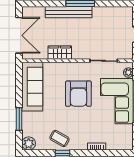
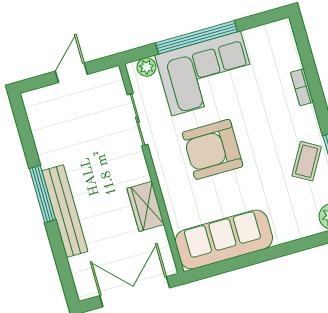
armchair: (78, 94) -> (213, 149), turned 180
window: (19, 119) -> (291, 247), removed

